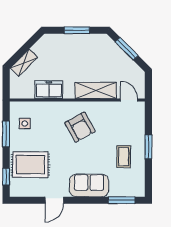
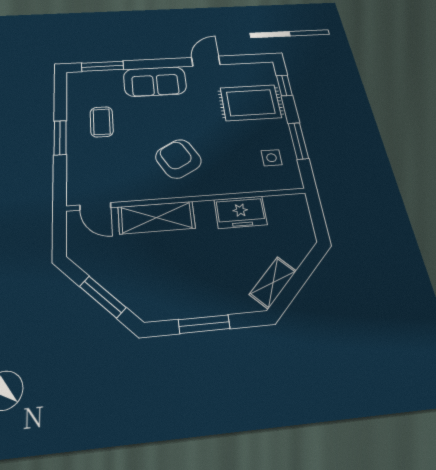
shelving: (24, 63) -> (273, 283), moved

